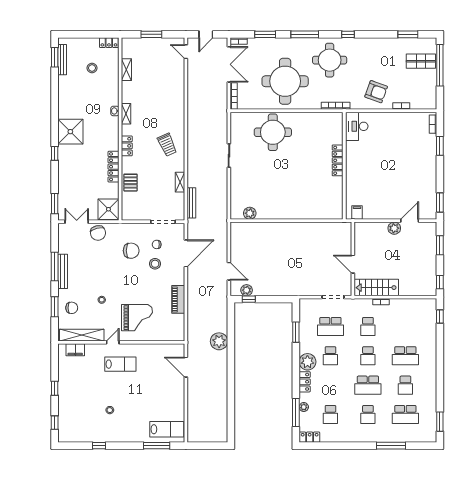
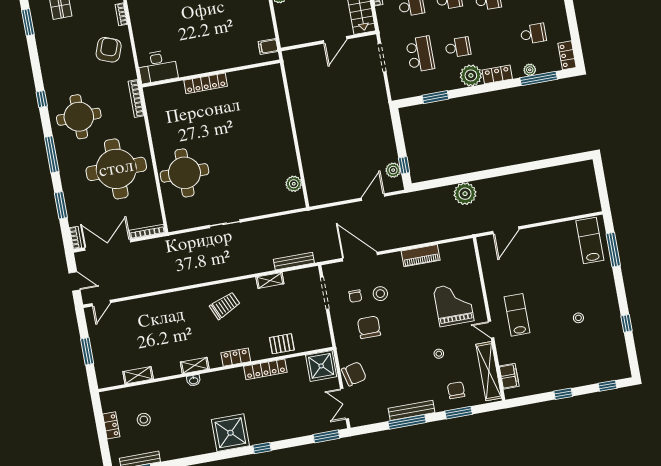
locker: (109, 43) -> (111, 425), moved

